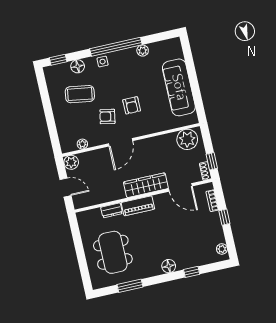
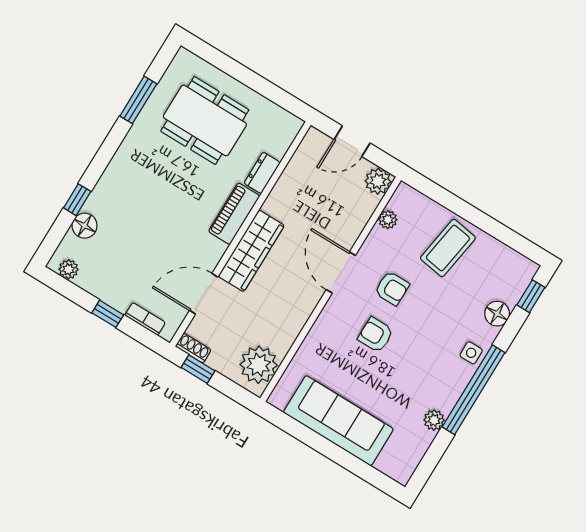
coffee table: (80, 94) -> (448, 248), moved
armchair: (107, 117) -> (392, 288), turned 79
floor lamp: (169, 266) -> (85, 226), moved

